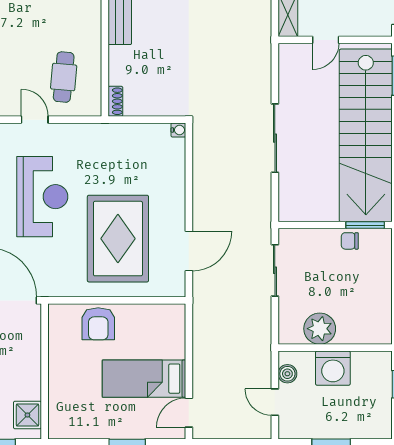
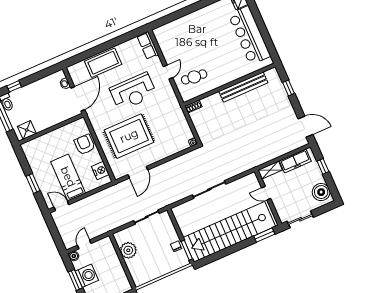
door: (189, 251) -> (138, 172), hinge flipped
nightstand: (156, 316) -> (100, 171), added
armchair: (98, 324) -> (85, 145), turned 90
washing machine: (333, 368) -> (87, 276), moved, turned 180
boiler: (287, 374) -> (74, 256), moved

